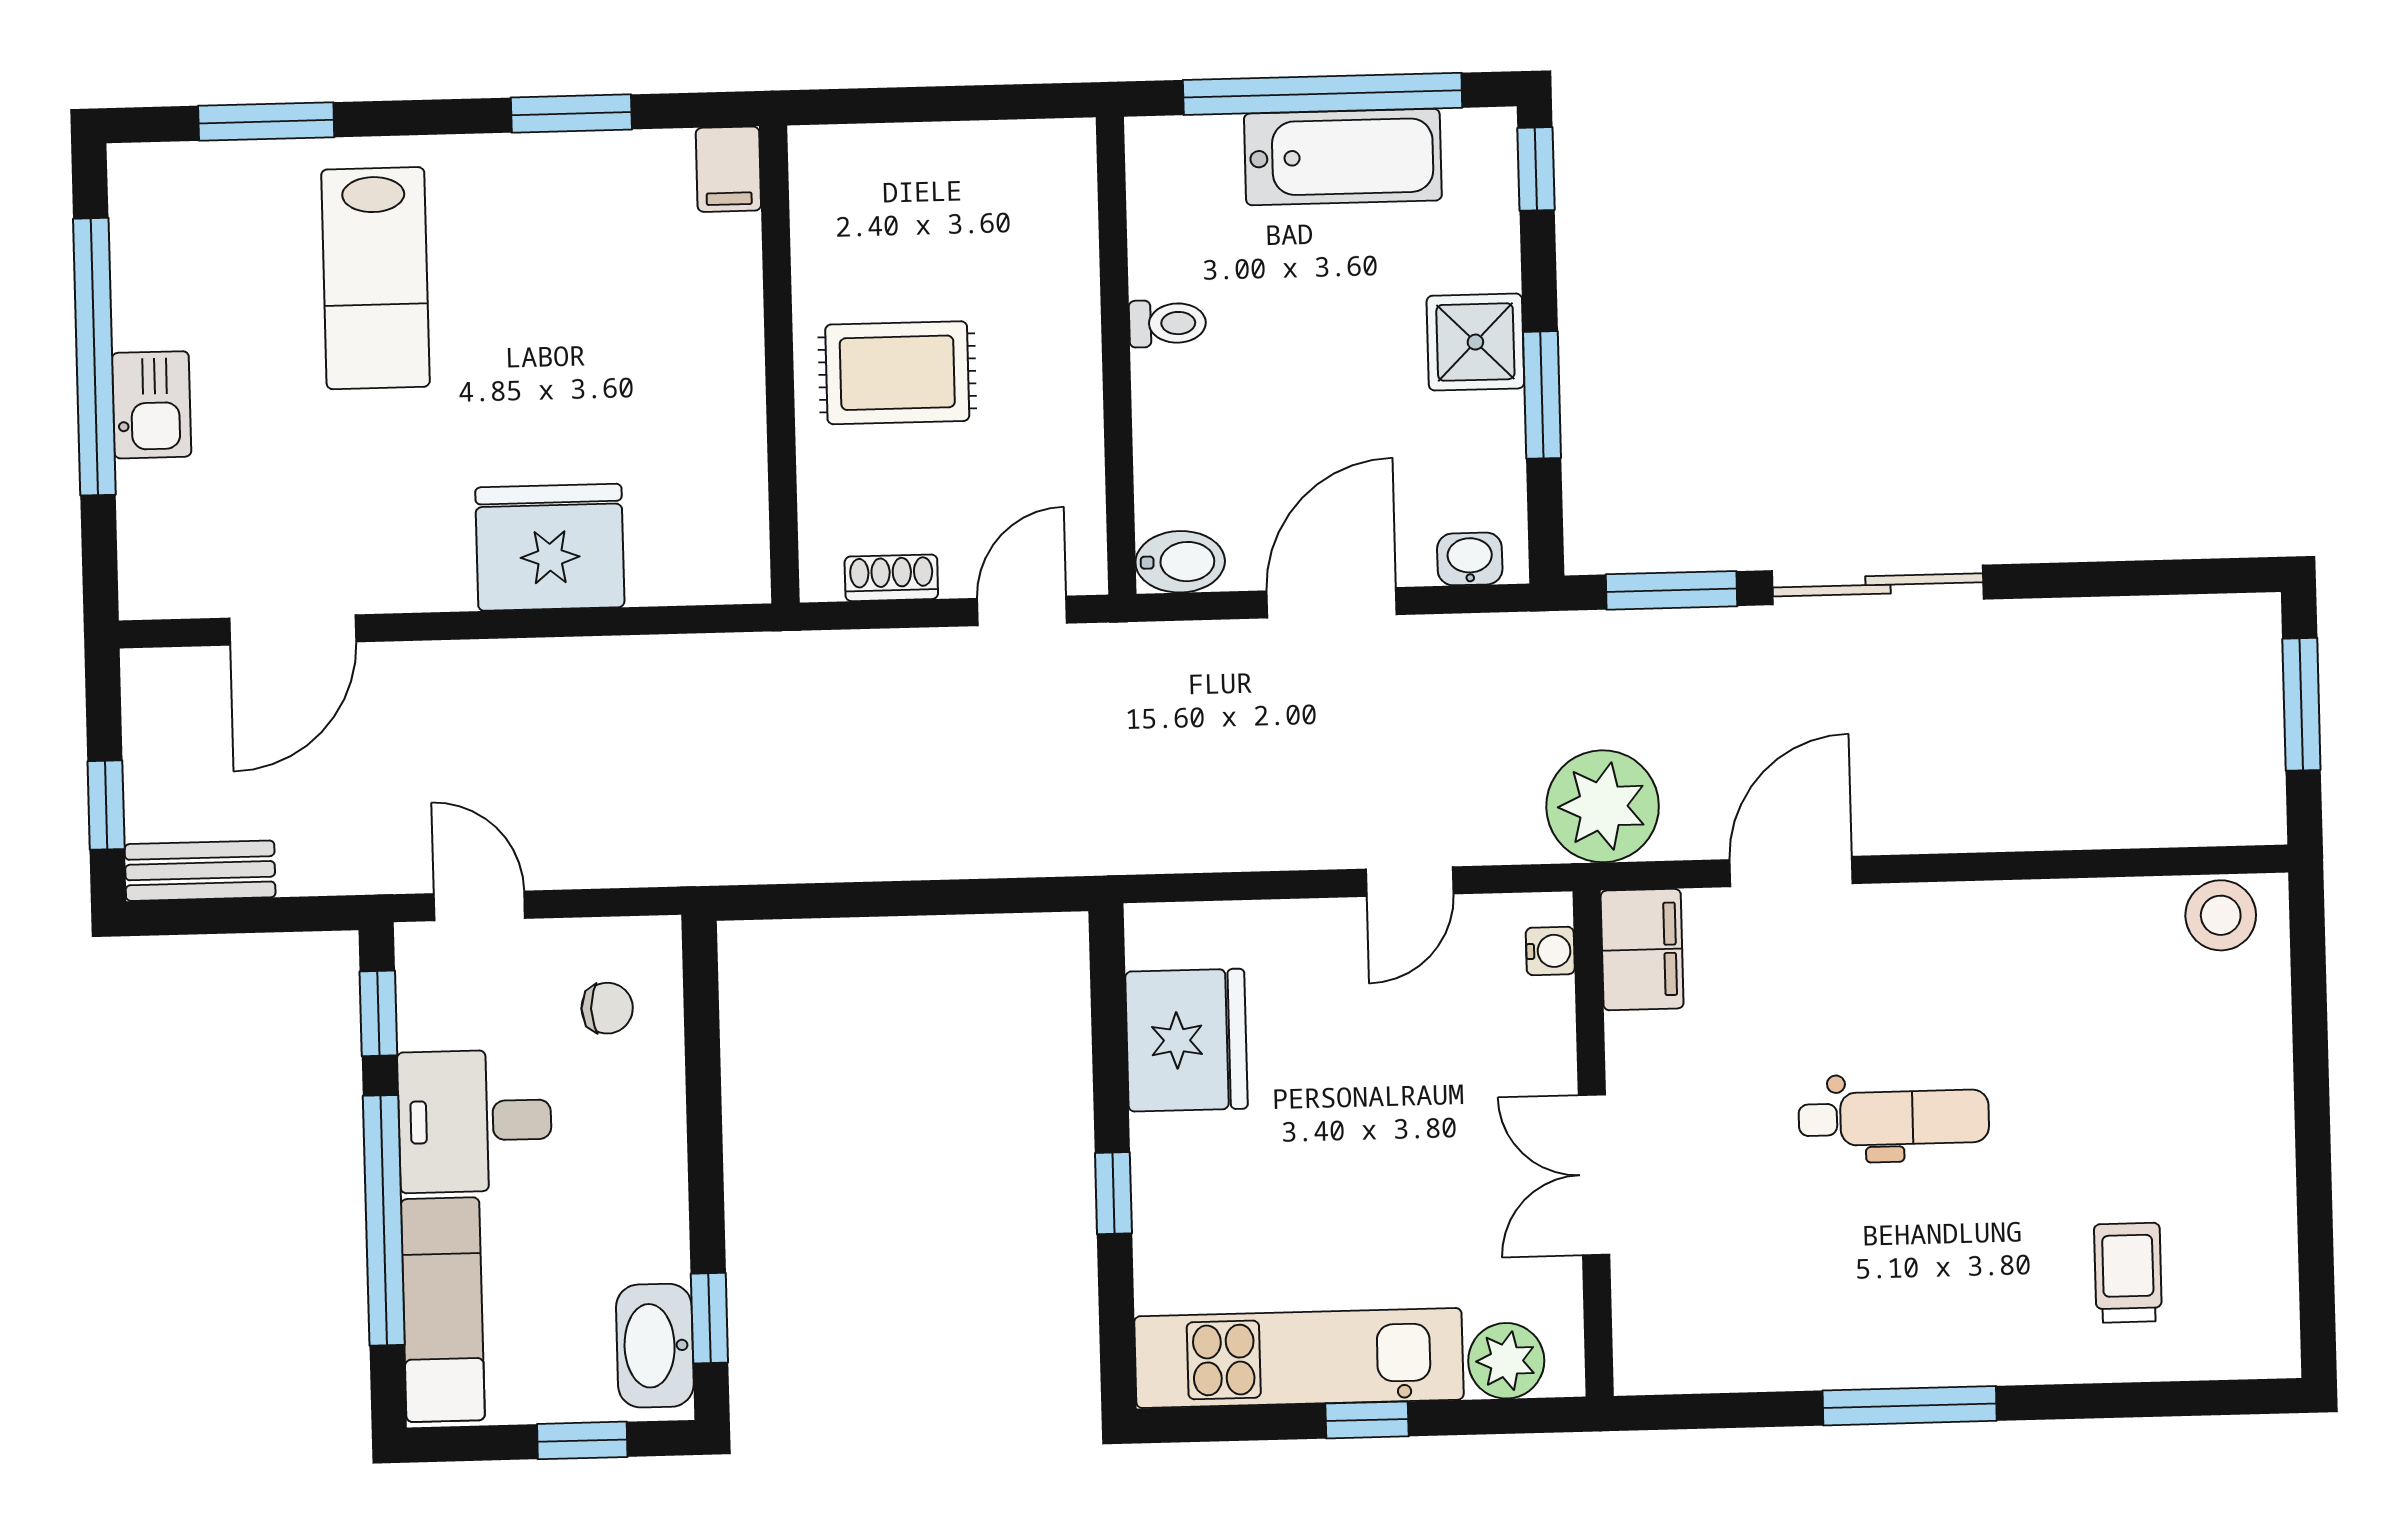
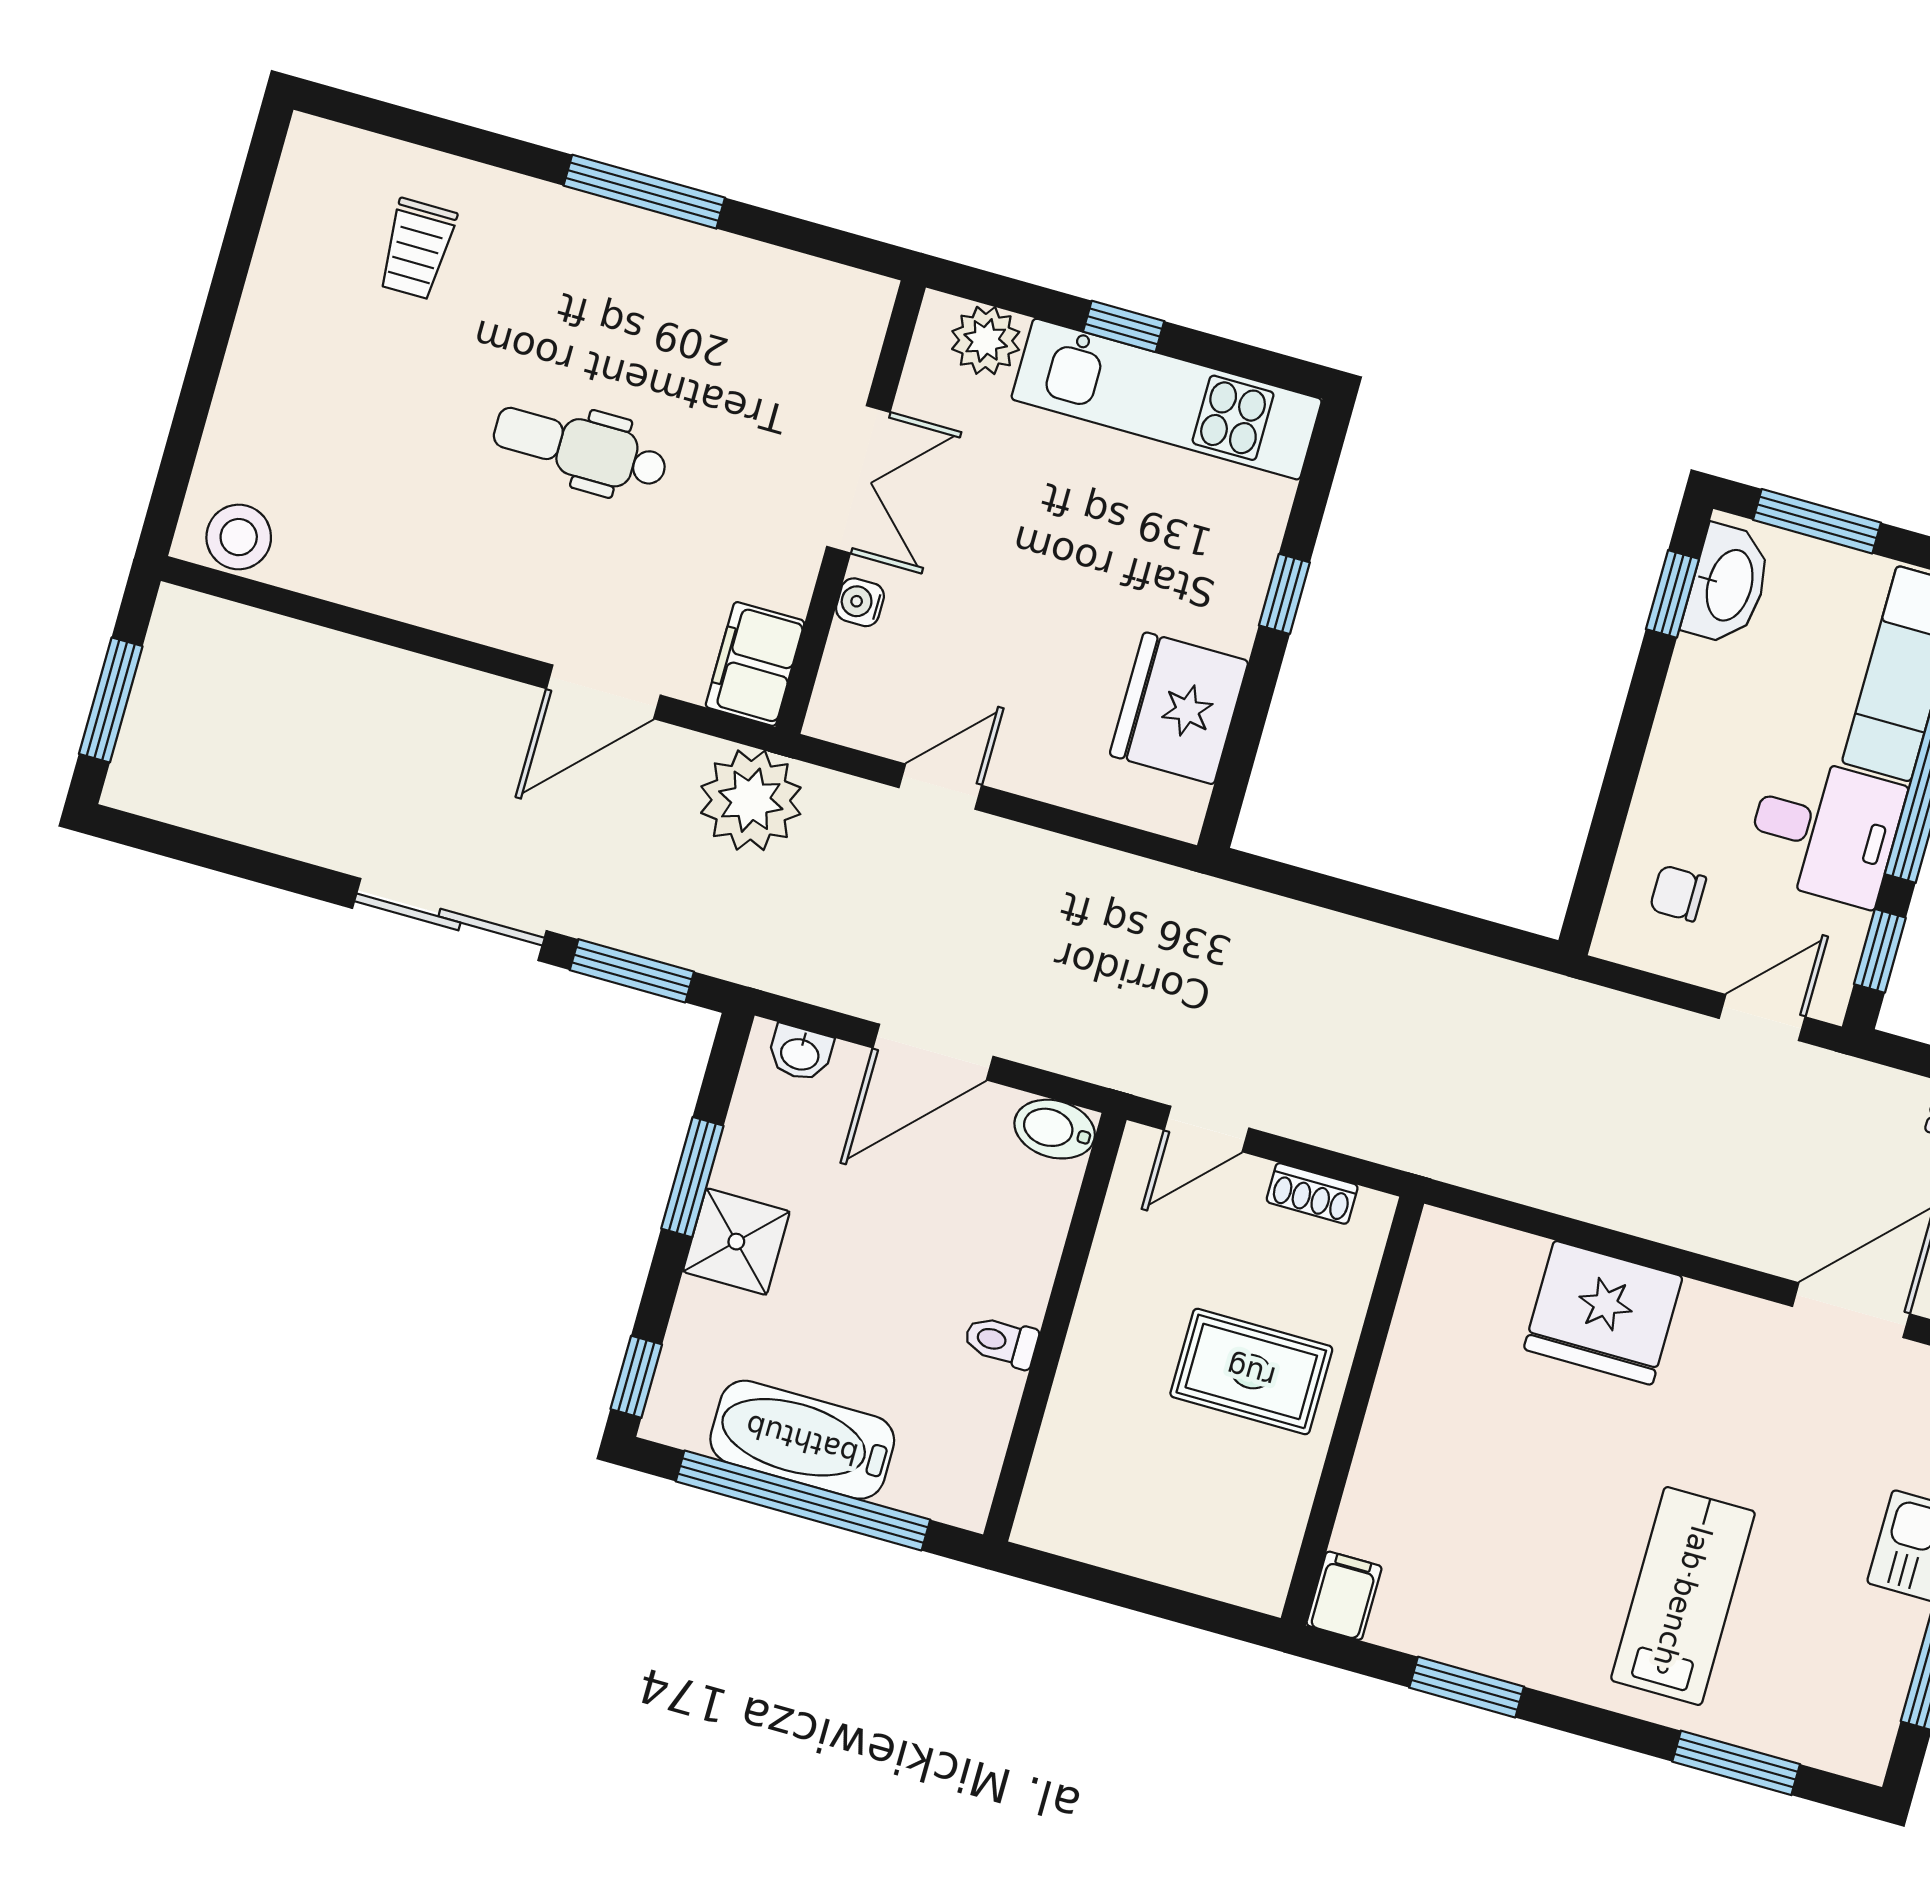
door: (479, 906) -> (1762, 1018), swing flipped
water cooler: (1550, 951) -> (860, 602), moved
window: (582, 1440) -> (1817, 521), width x1.50

